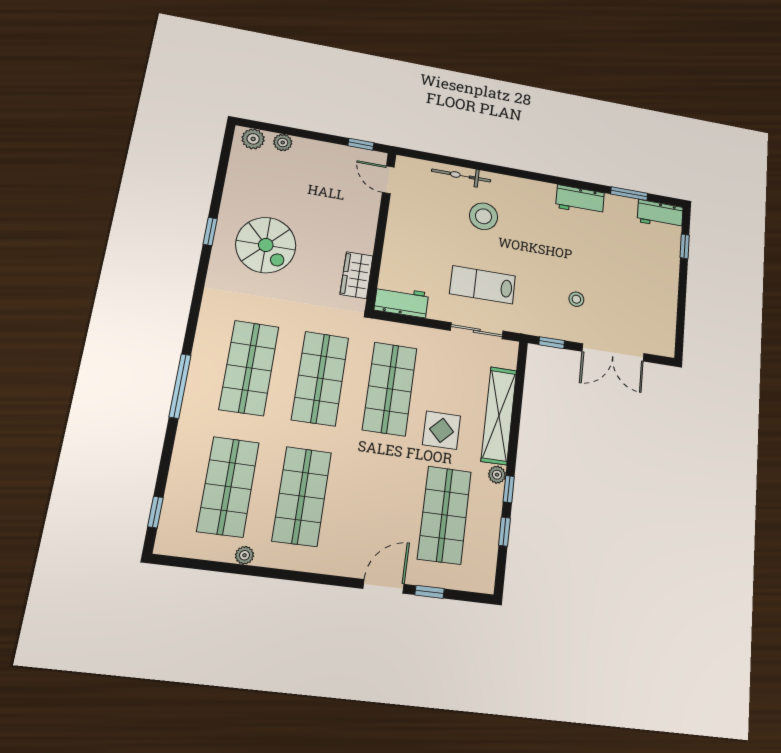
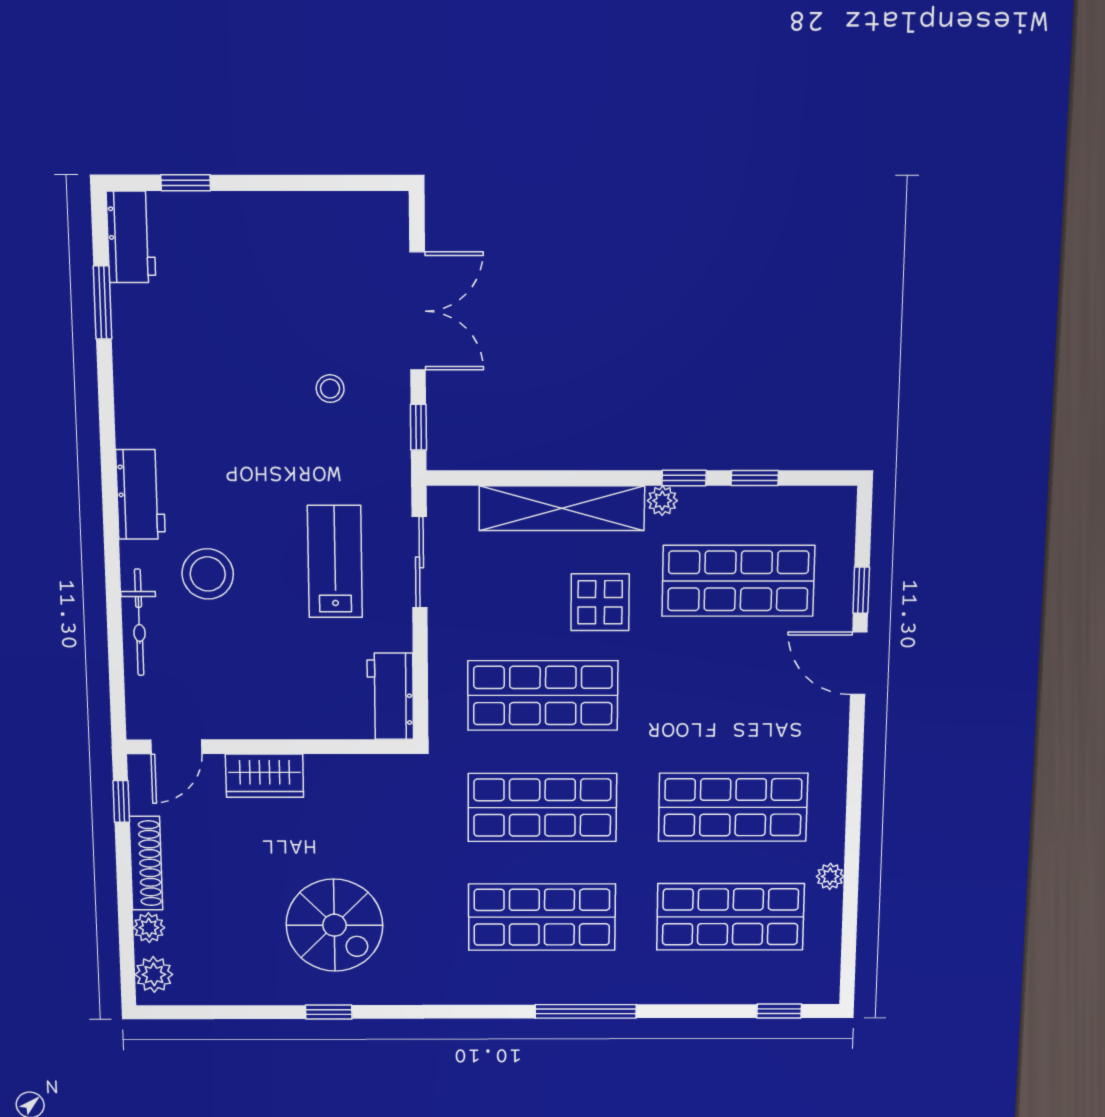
shoe rack: (322, 149) -> (146, 863), added
workbench: (580, 200) -> (141, 494), moved
spiral stairs: (266, 245) -> (334, 925), turned 90
wardrobe: (357, 275) -> (265, 776), moved
lab bench: (483, 285) -> (335, 562), turned 180

